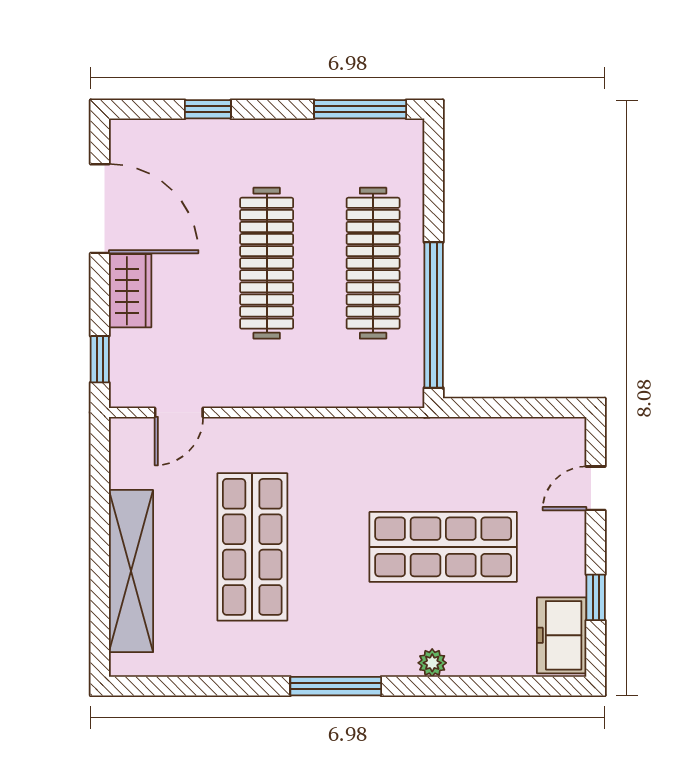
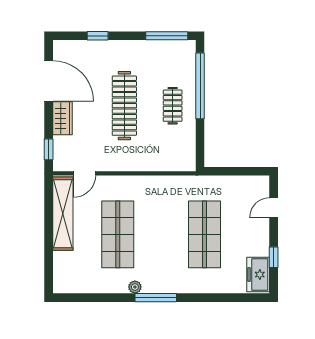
clothes rail: (373, 263) -> (173, 106), width x0.54, depth x0.76
window: (434, 315) -> (200, 86), moved
shop shelf: (443, 547) -> (204, 234), turned 90
shelving: (131, 571) -> (63, 214), moved
plant: (432, 663) -> (135, 287), moved

